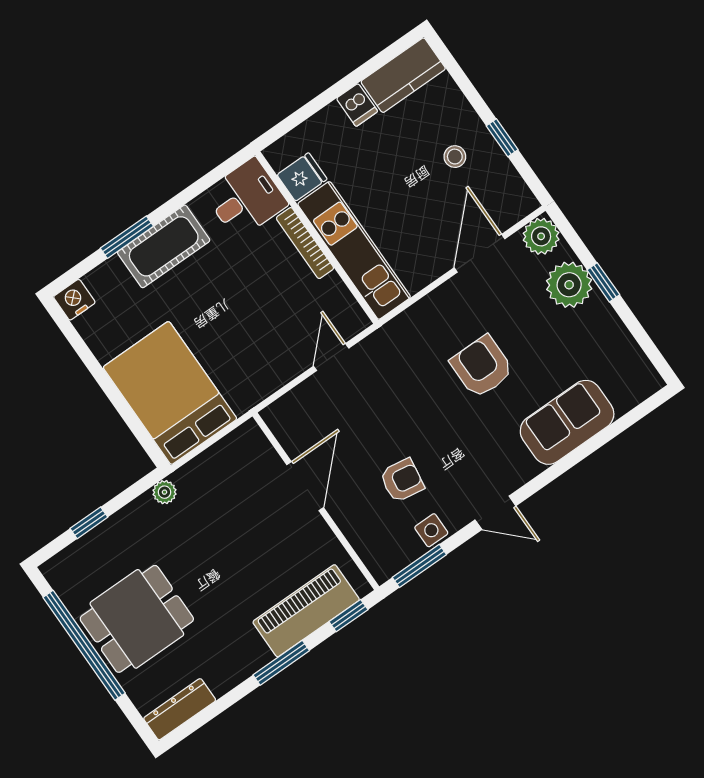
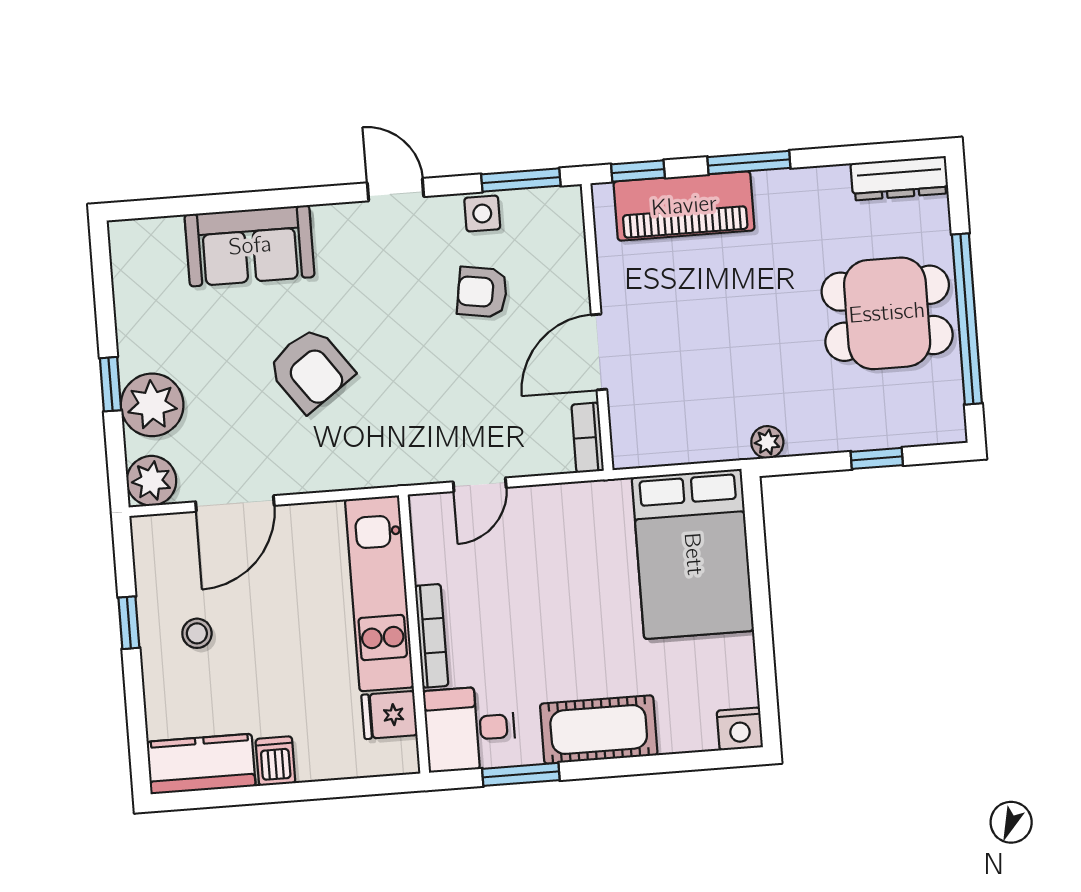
window: (127, 237) -> (521, 774), moved
armchair: (482, 367) -> (310, 370), turned -36
bookcase: (280, 427) -> (588, 438), added

